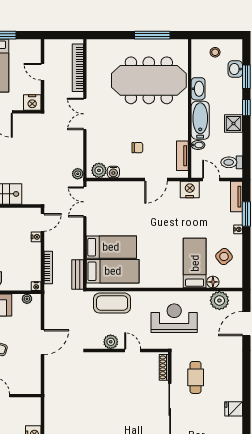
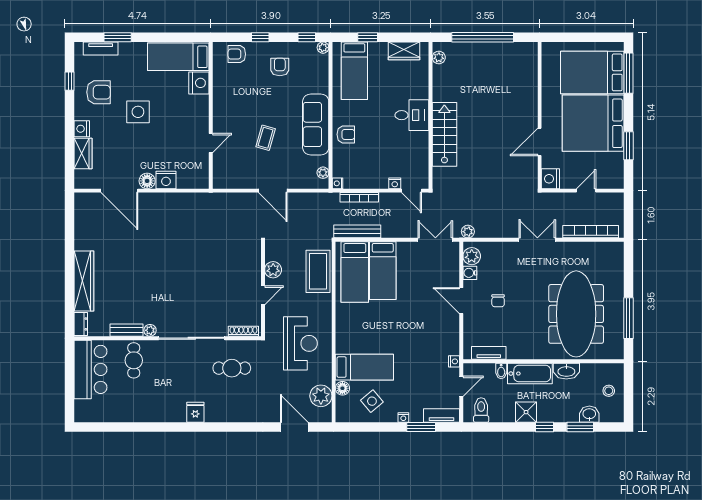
door: (156, 179) -> (461, 301), moved
nightstand: (190, 189) -> (454, 361), width x0.53, depth x0.56
bench: (78, 275) -> (357, 231), width x1.36

